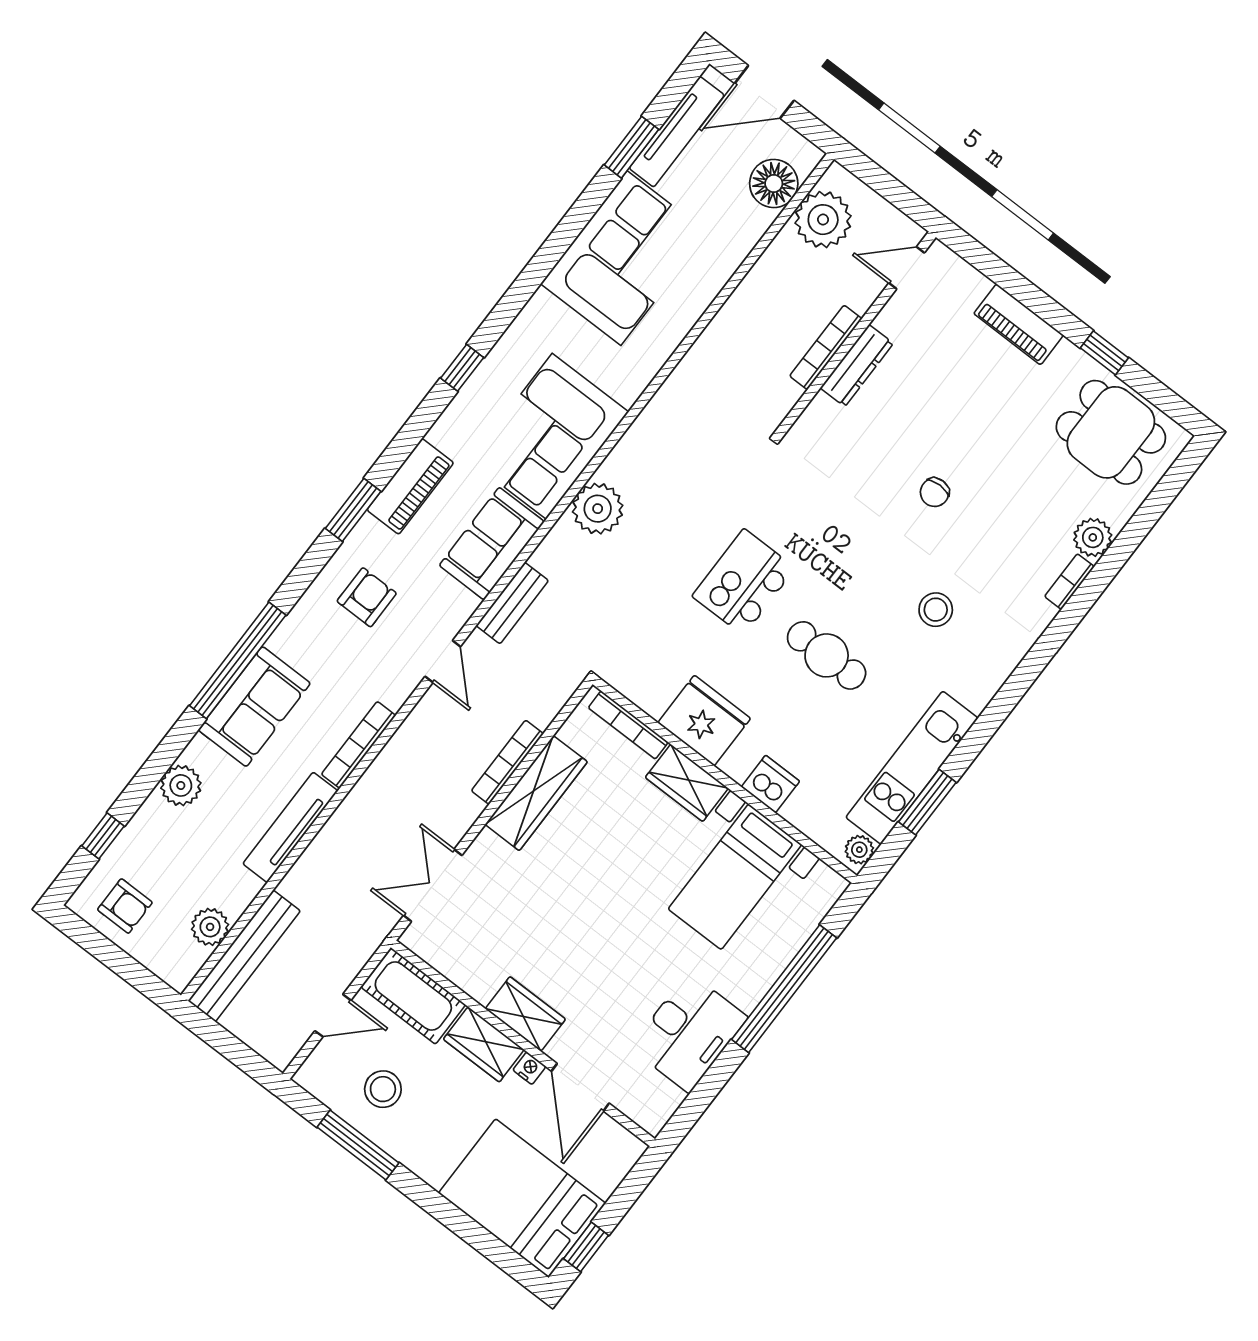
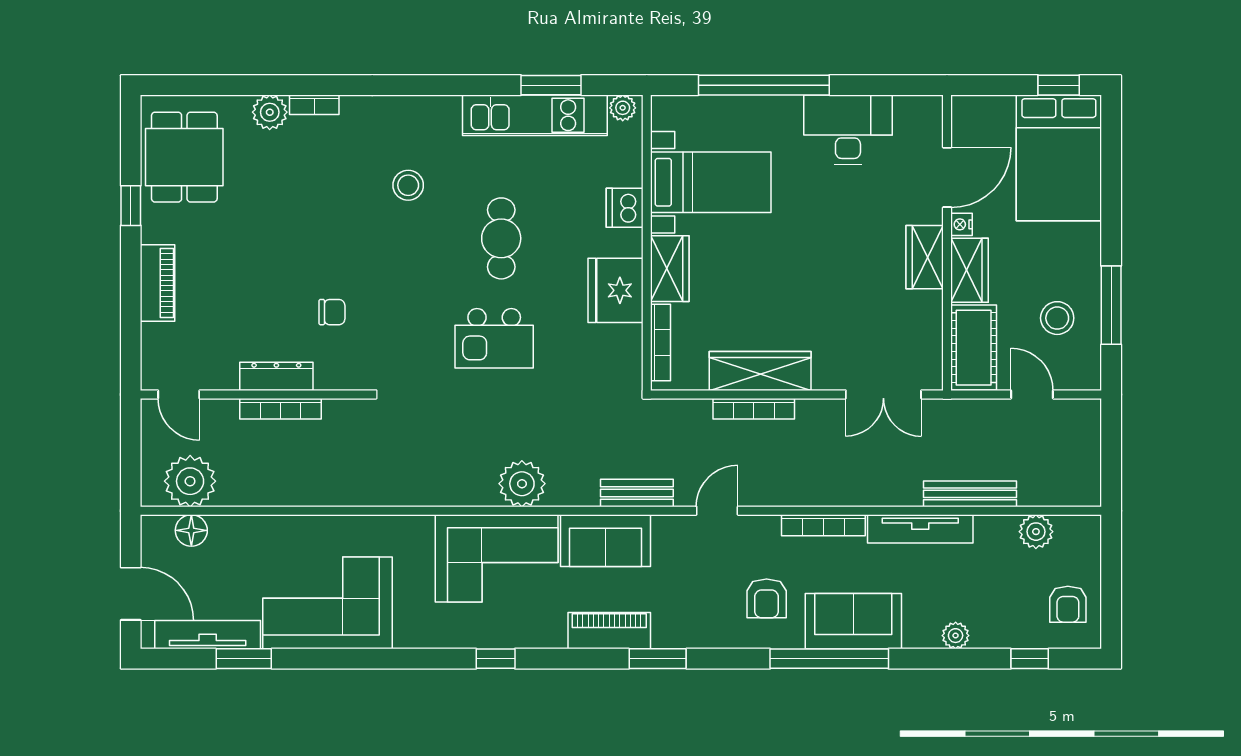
floor lamp: (774, 183) -> (191, 530), width x0.73, depth x0.73
chair: (935, 492) -> (332, 312), moved
armchair: (367, 597) -> (767, 598), moved, turned -90
plant: (181, 785) -> (956, 636), width x0.73, depth x0.73
armchair: (125, 906) -> (1068, 604), turned 180
bench: (244, 956) -> (970, 494), moved, width x0.73, depth x0.82

